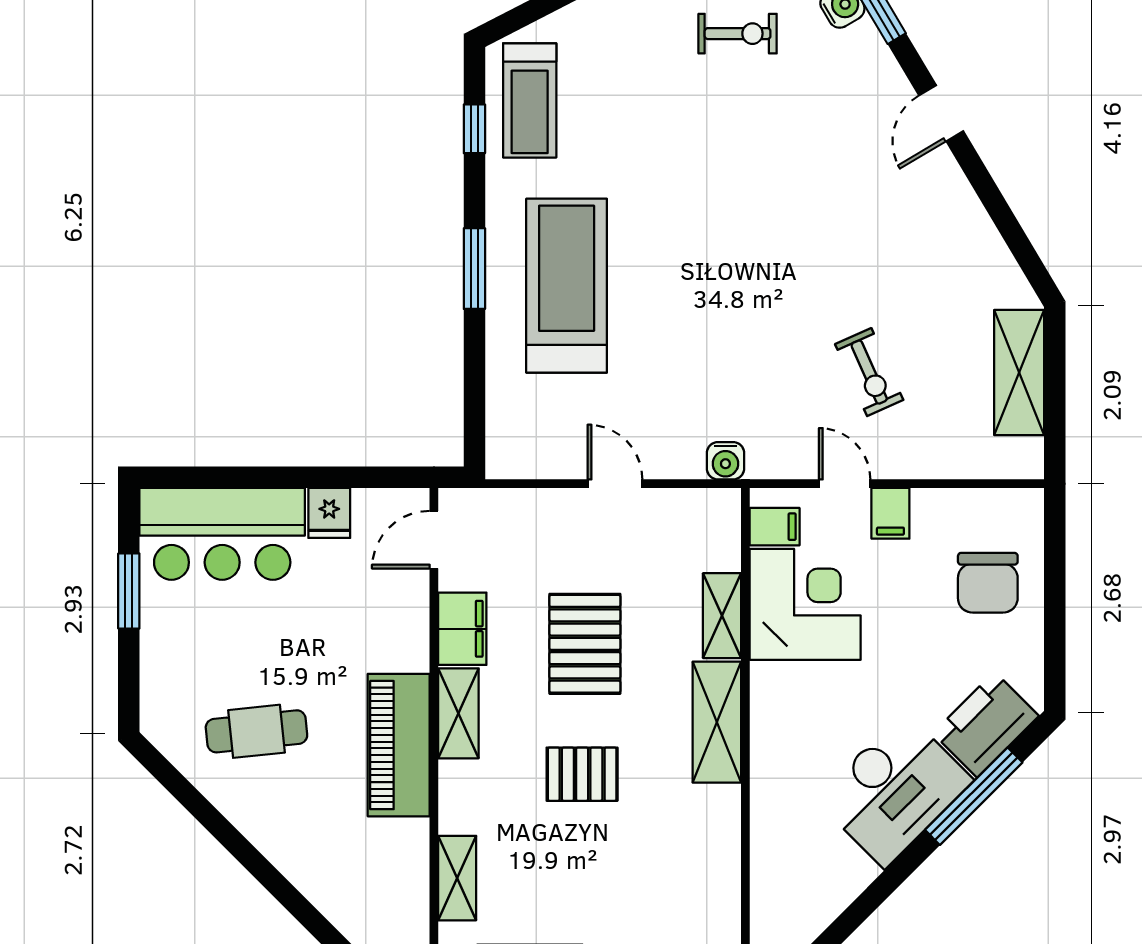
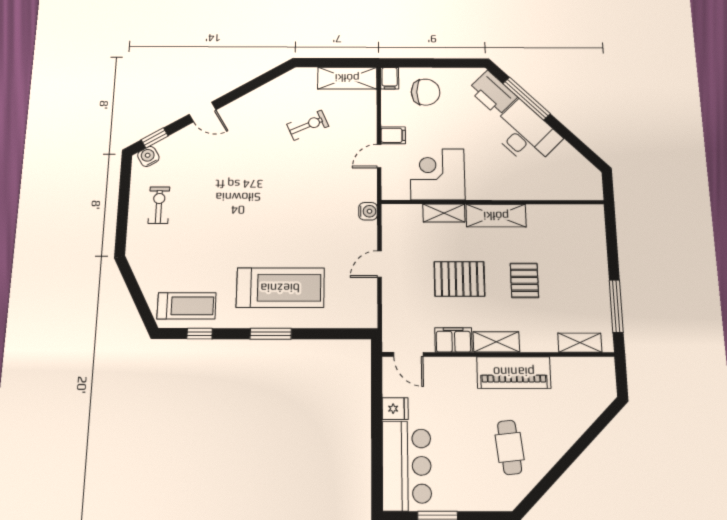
treadmill: (567, 286) -> (280, 288), turned 180
exercise bike: (869, 372) -> (308, 125), moved
shelving: (1019, 373) -> (347, 78), moved
filing cabinet: (775, 527) -> (390, 78), moved, turned 180

